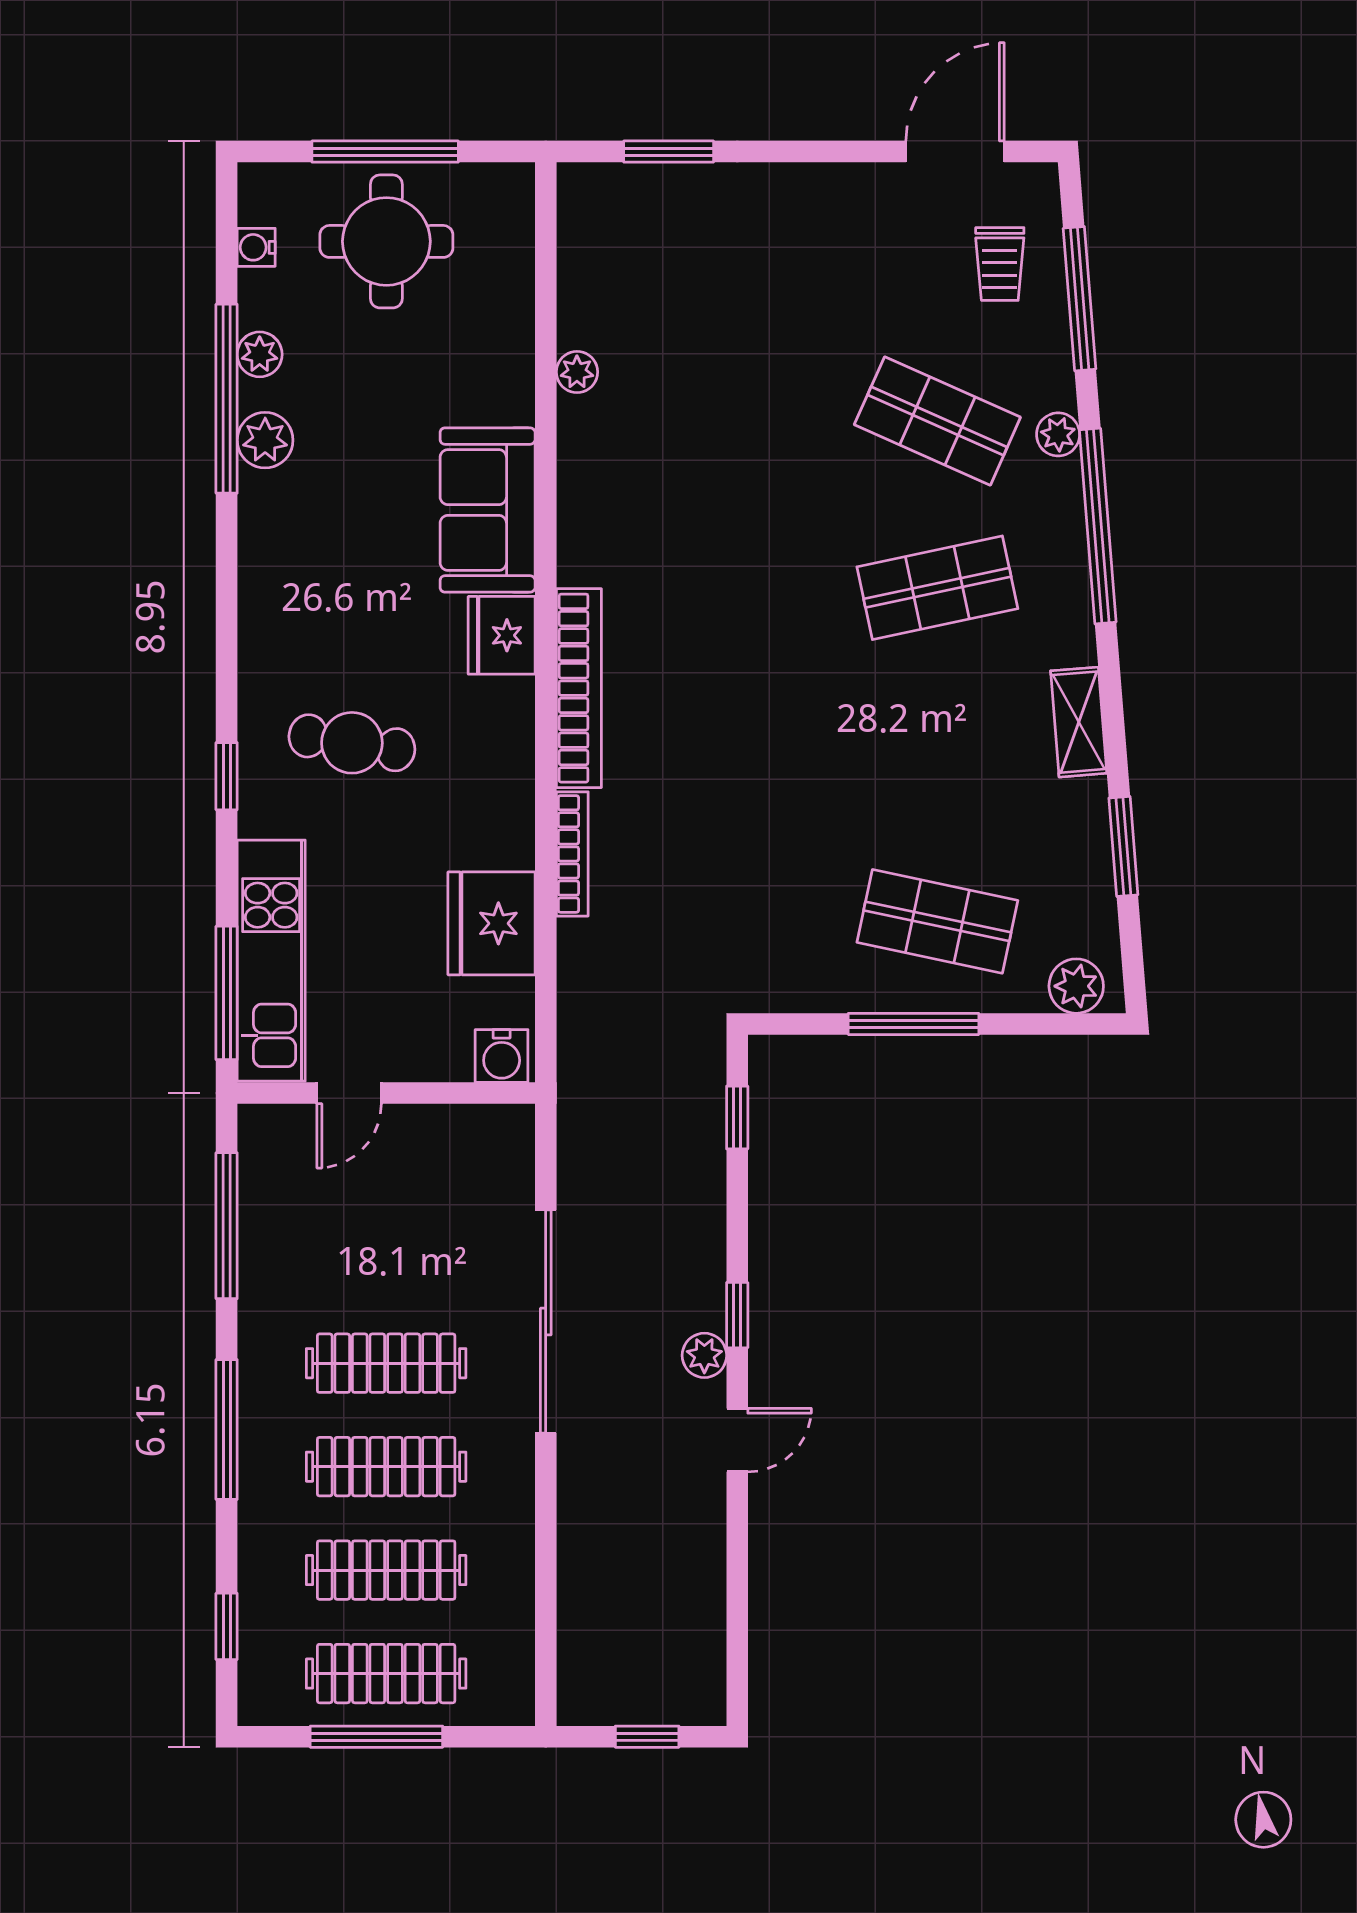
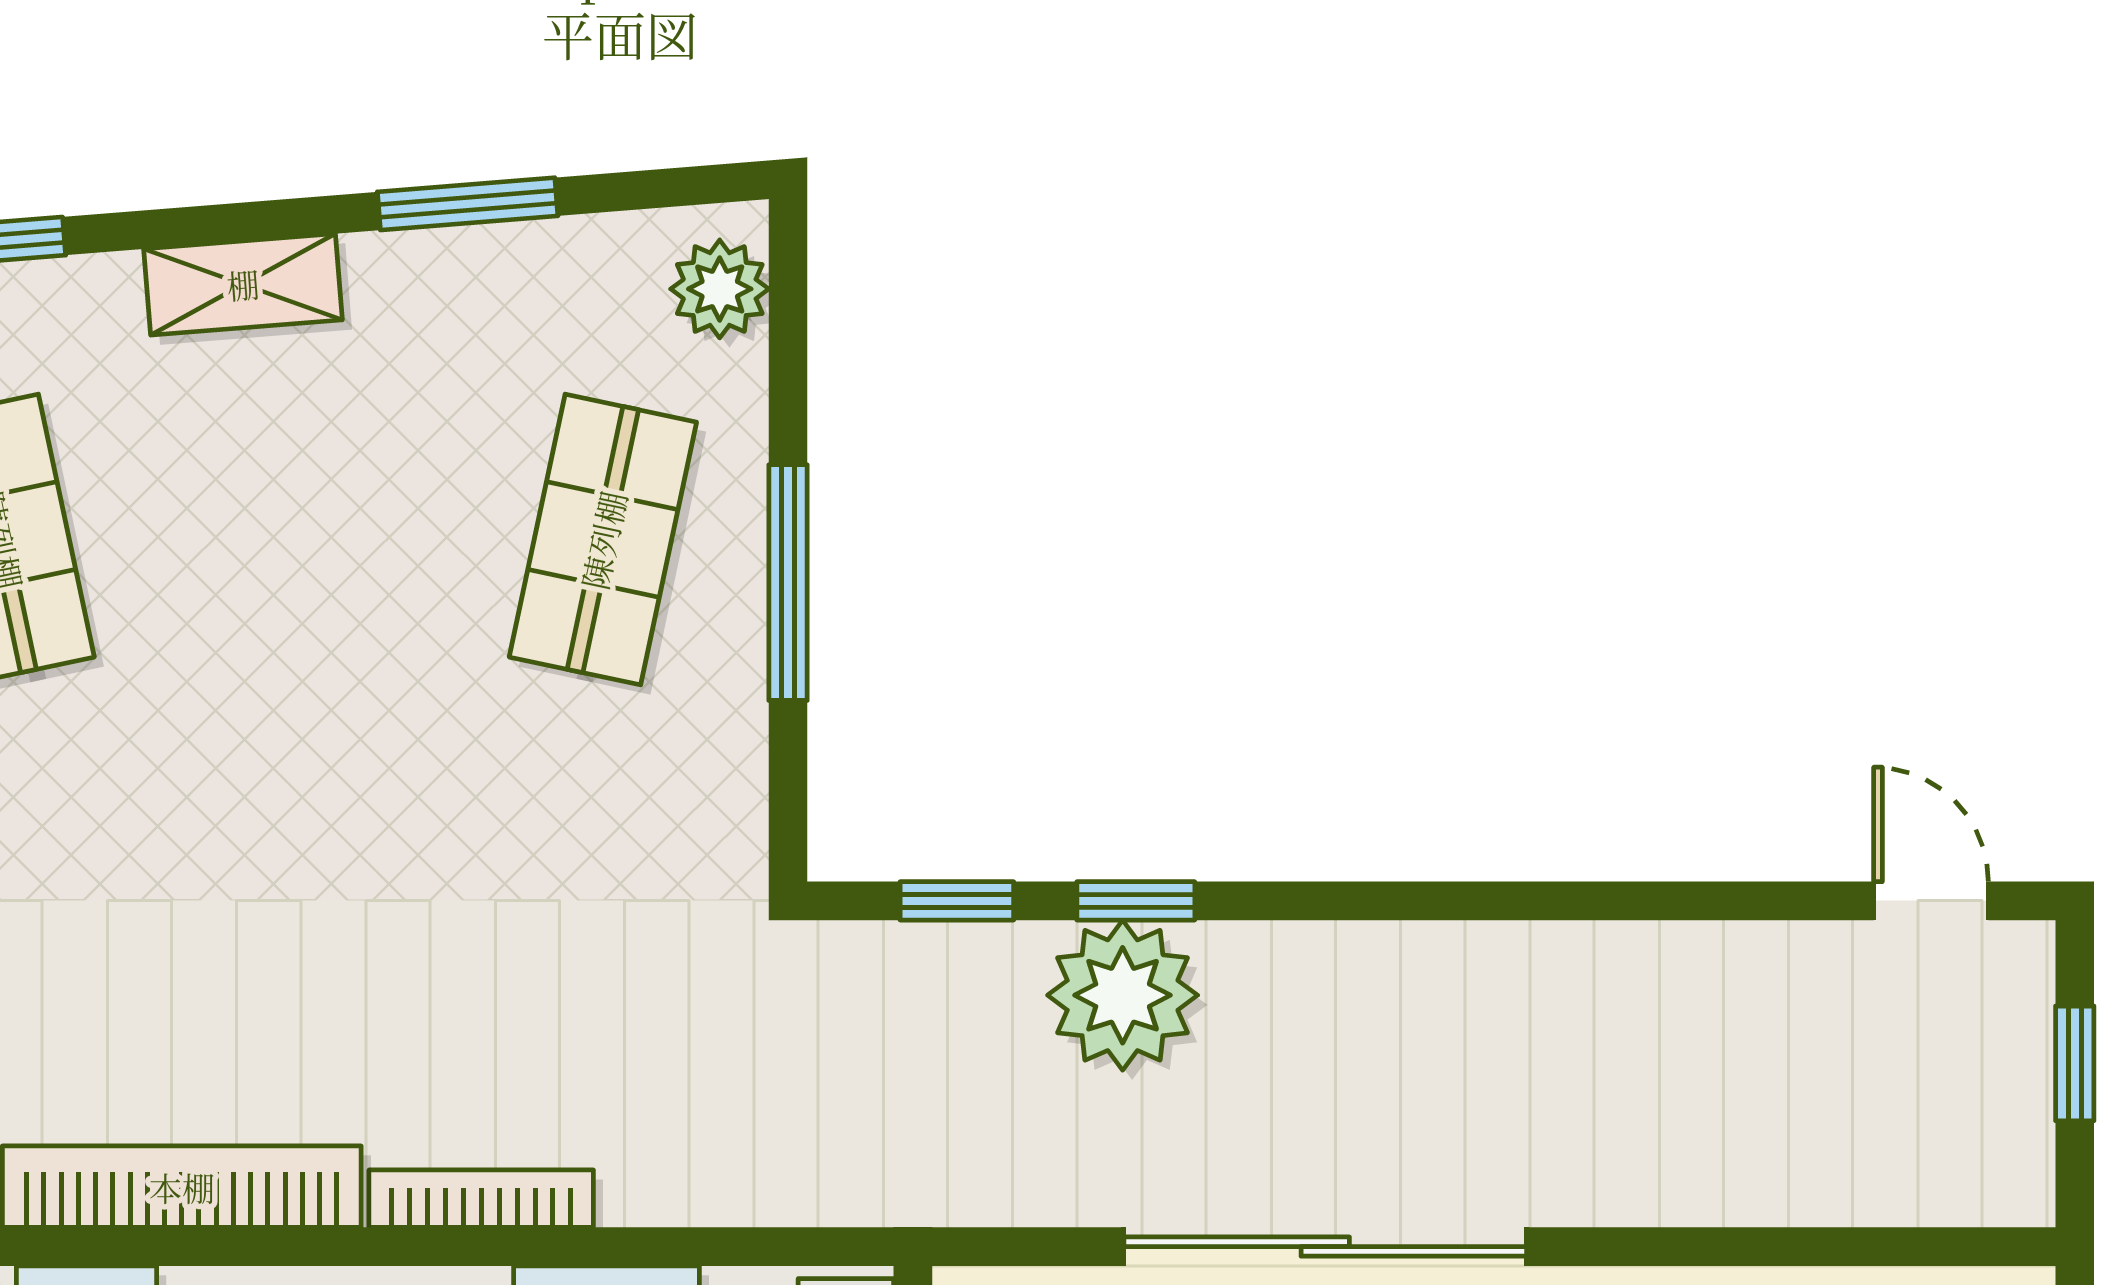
window: (737, 1315) -> (1136, 901), moved
plant: (704, 1355) -> (1123, 995), moved, width x1.88, depth x1.88
door: (737, 1440) -> (1931, 901), moved

